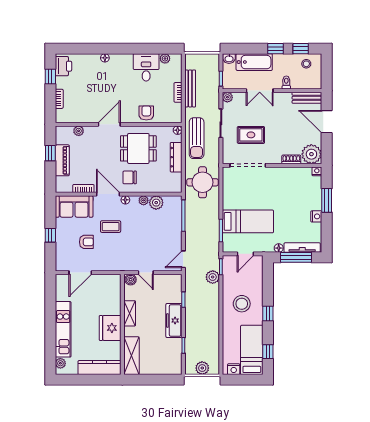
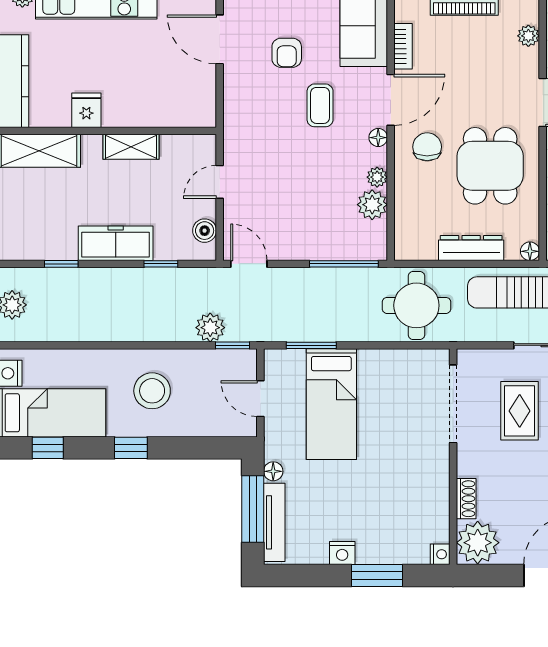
boiler: (131, 280) -> (205, 231), moved
fridge: (110, 328) -> (86, 110), width x0.53, depth x0.75

